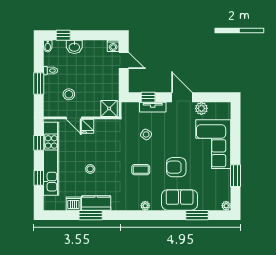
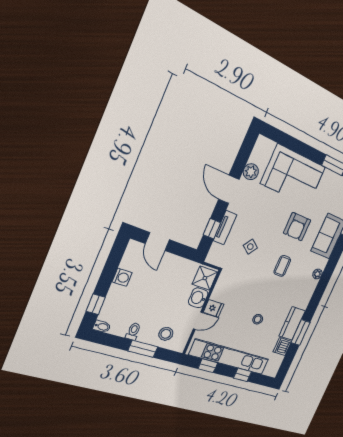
washing machine: (113, 46) -> (122, 277), moved
washbasin: (74, 47) -> (198, 298), moved, turned 180
door: (124, 60) -> (157, 242), swing flipped
stool: (69, 94) -> (166, 334), moved
door: (182, 97) -> (229, 189), hinge flipped

